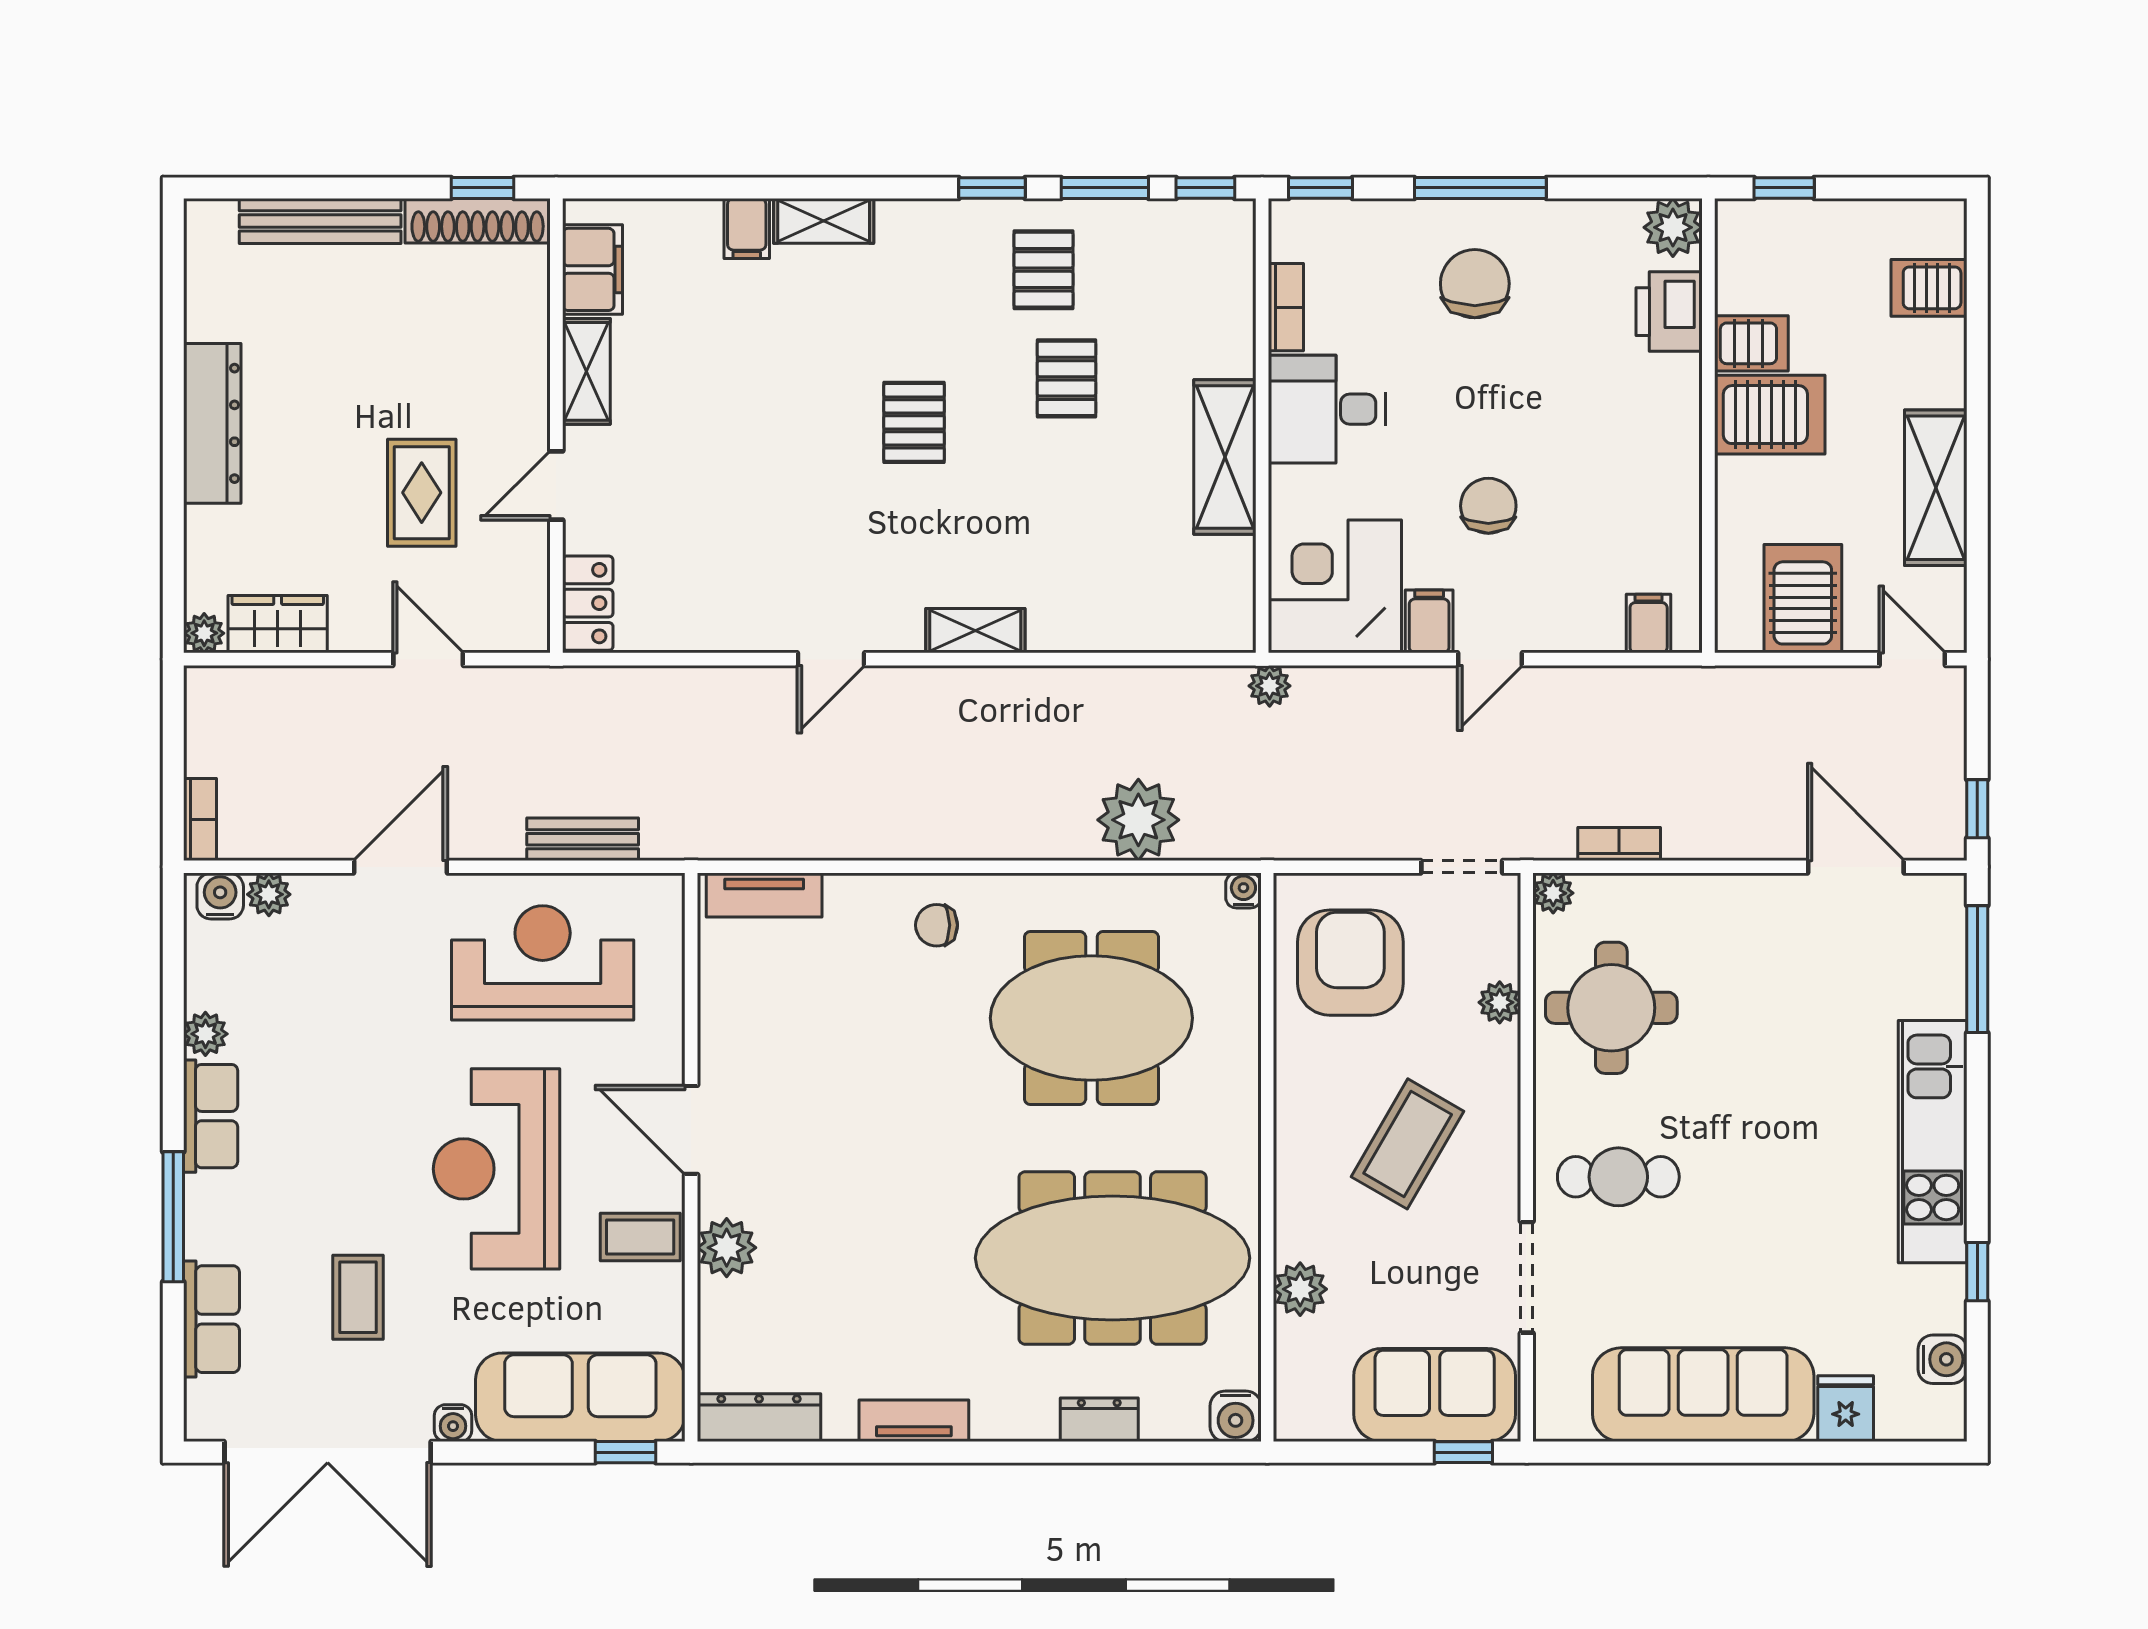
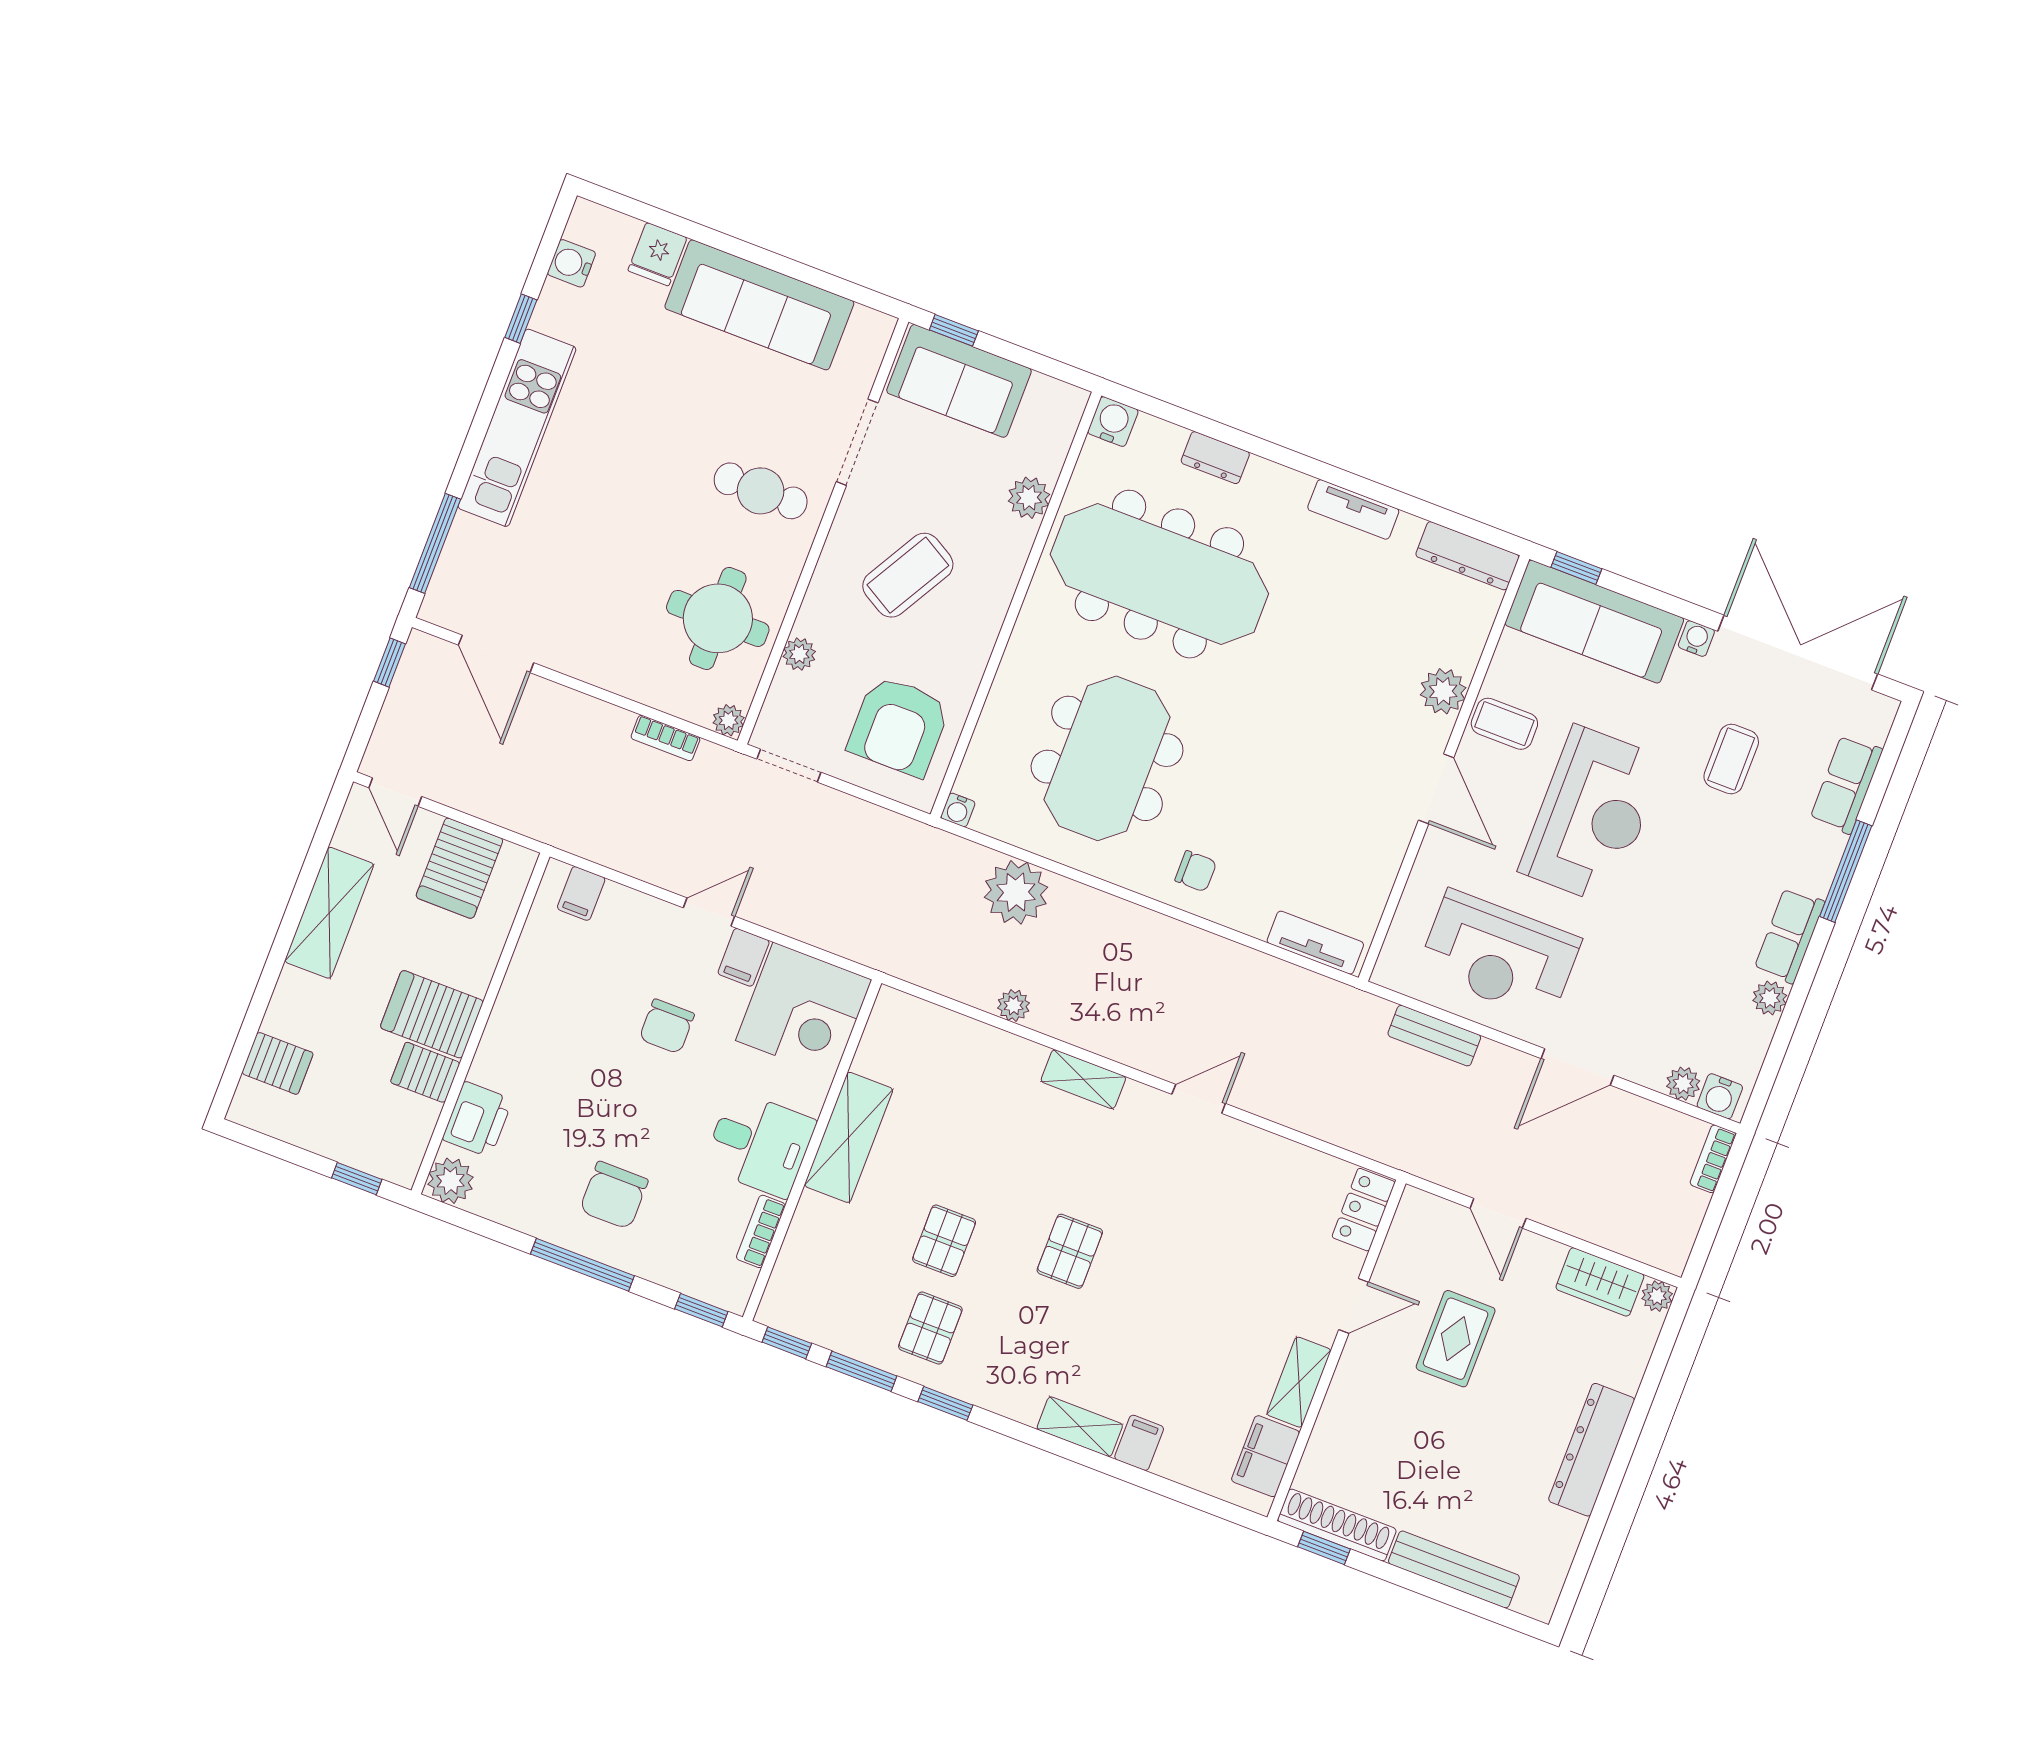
plant: (1270, 686) -> (1014, 1005), moved
meeting table: (1091, 1018) -> (1107, 758), turned 90

